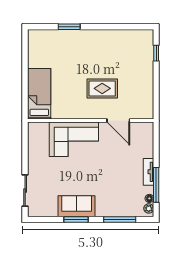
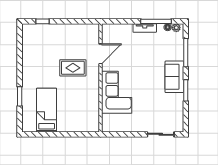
rug: (102, 88) -> (73, 68), turned 90
bed: (39, 94) -> (47, 110), moved, turned 90
sofa: (77, 206) -> (174, 77), moved

